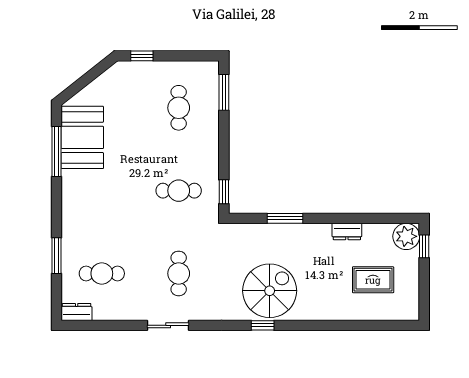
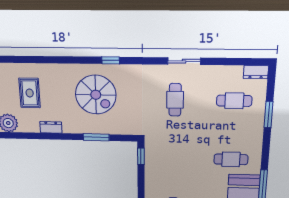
cafe table: (179, 191) -> (231, 159), moved
rug: (373, 280) -> (30, 93), turned 90
spiral stairs: (270, 291) -> (96, 95), moved, turned -90

